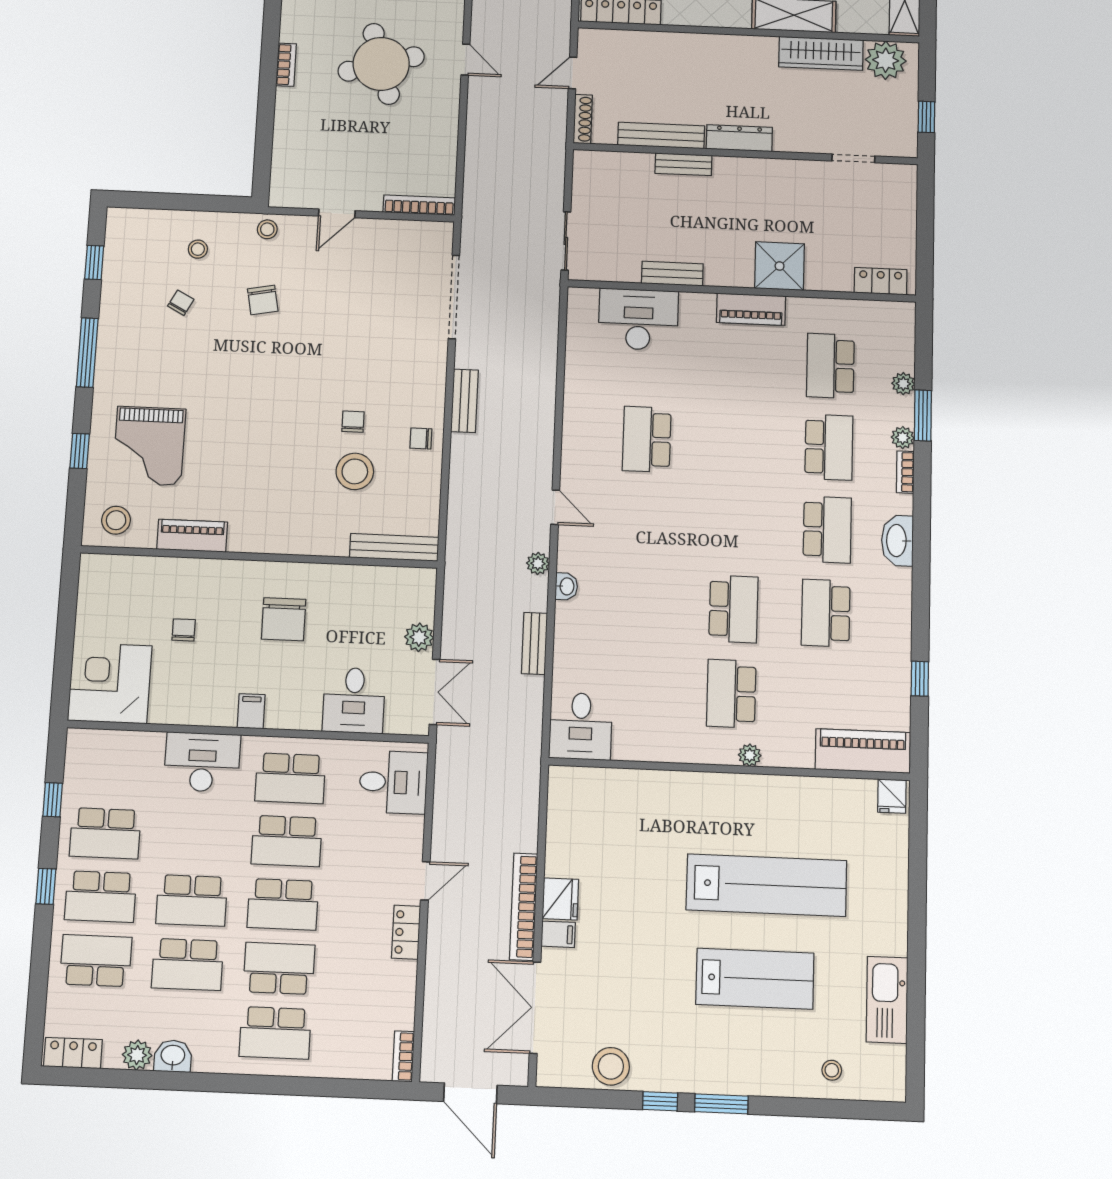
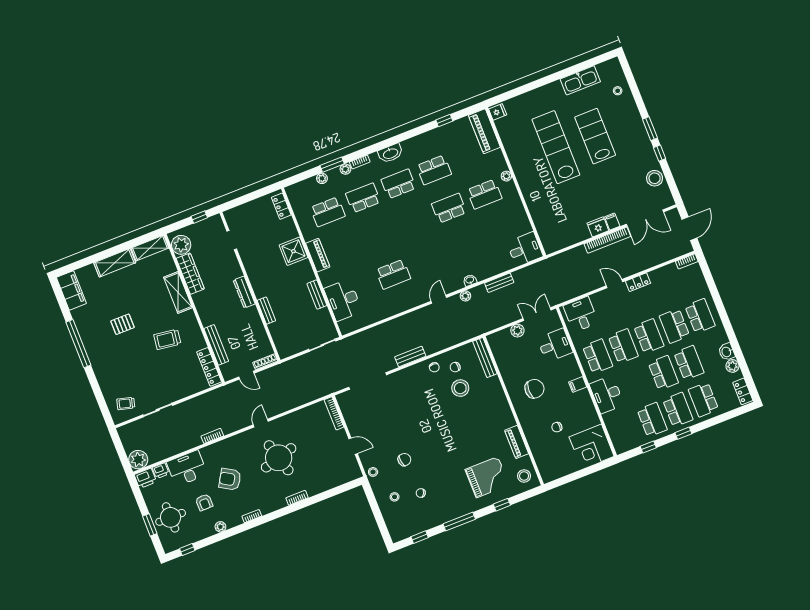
bench: (661, 135) -> (216, 345), moved
chair: (353, 422) -> (455, 367), moved

